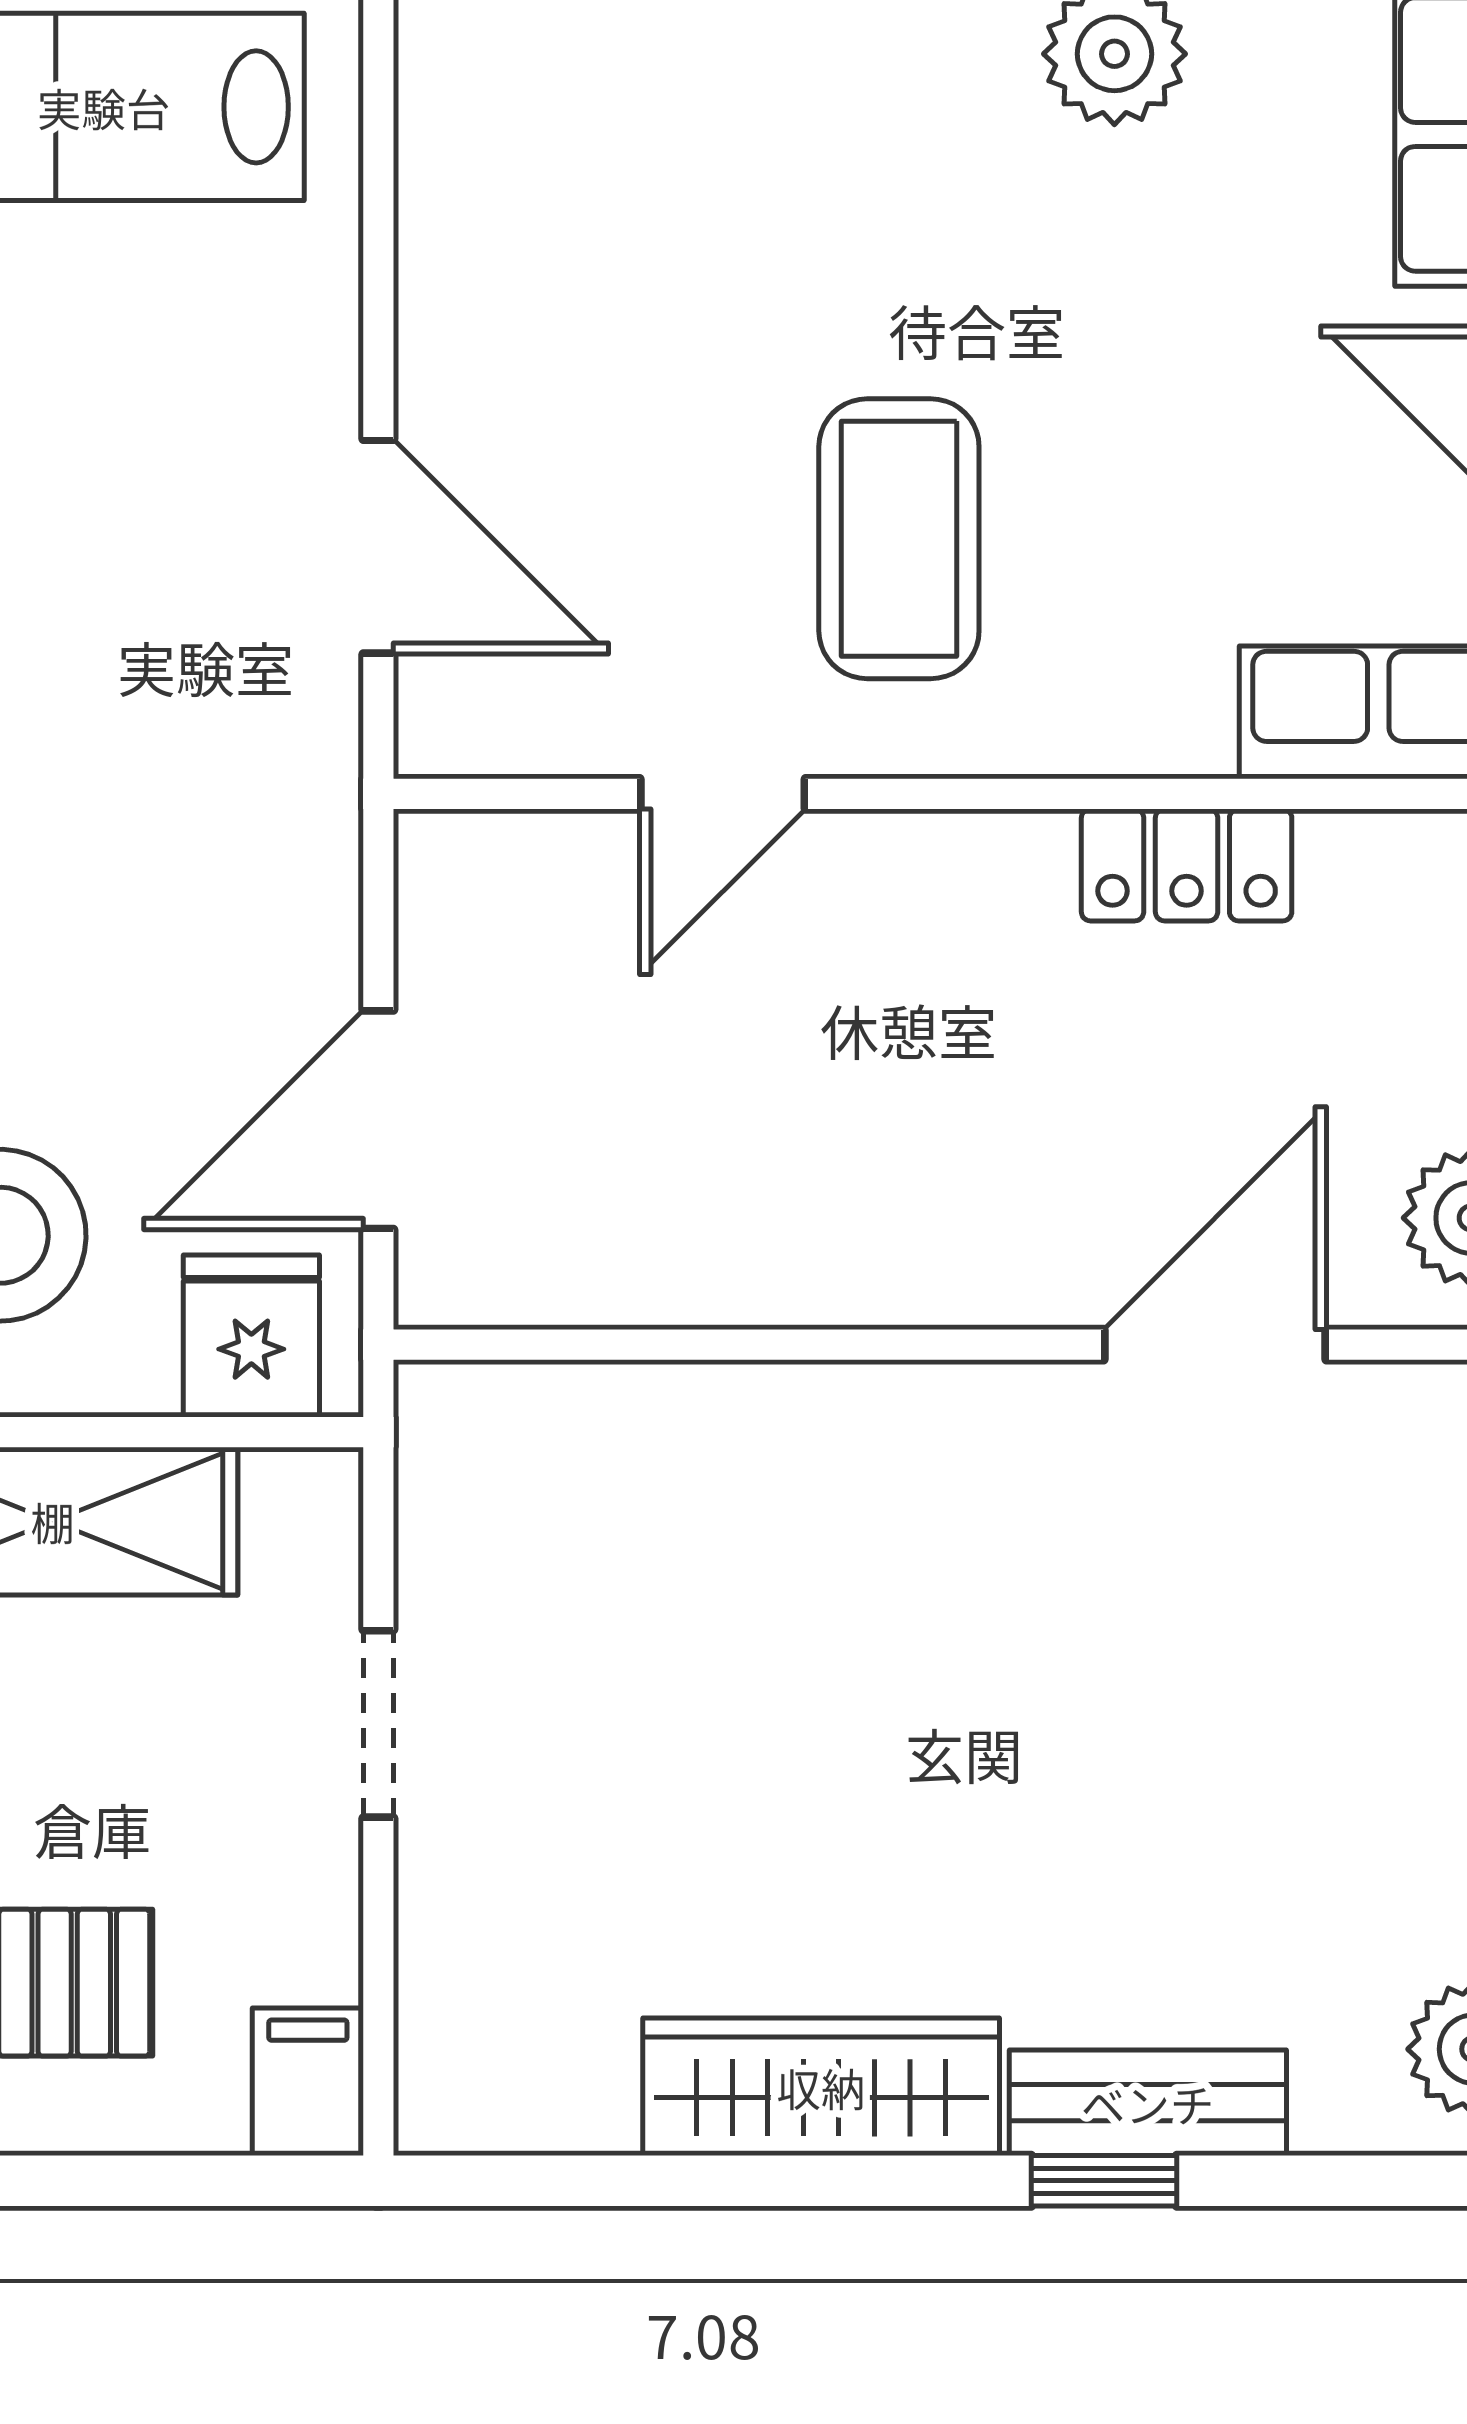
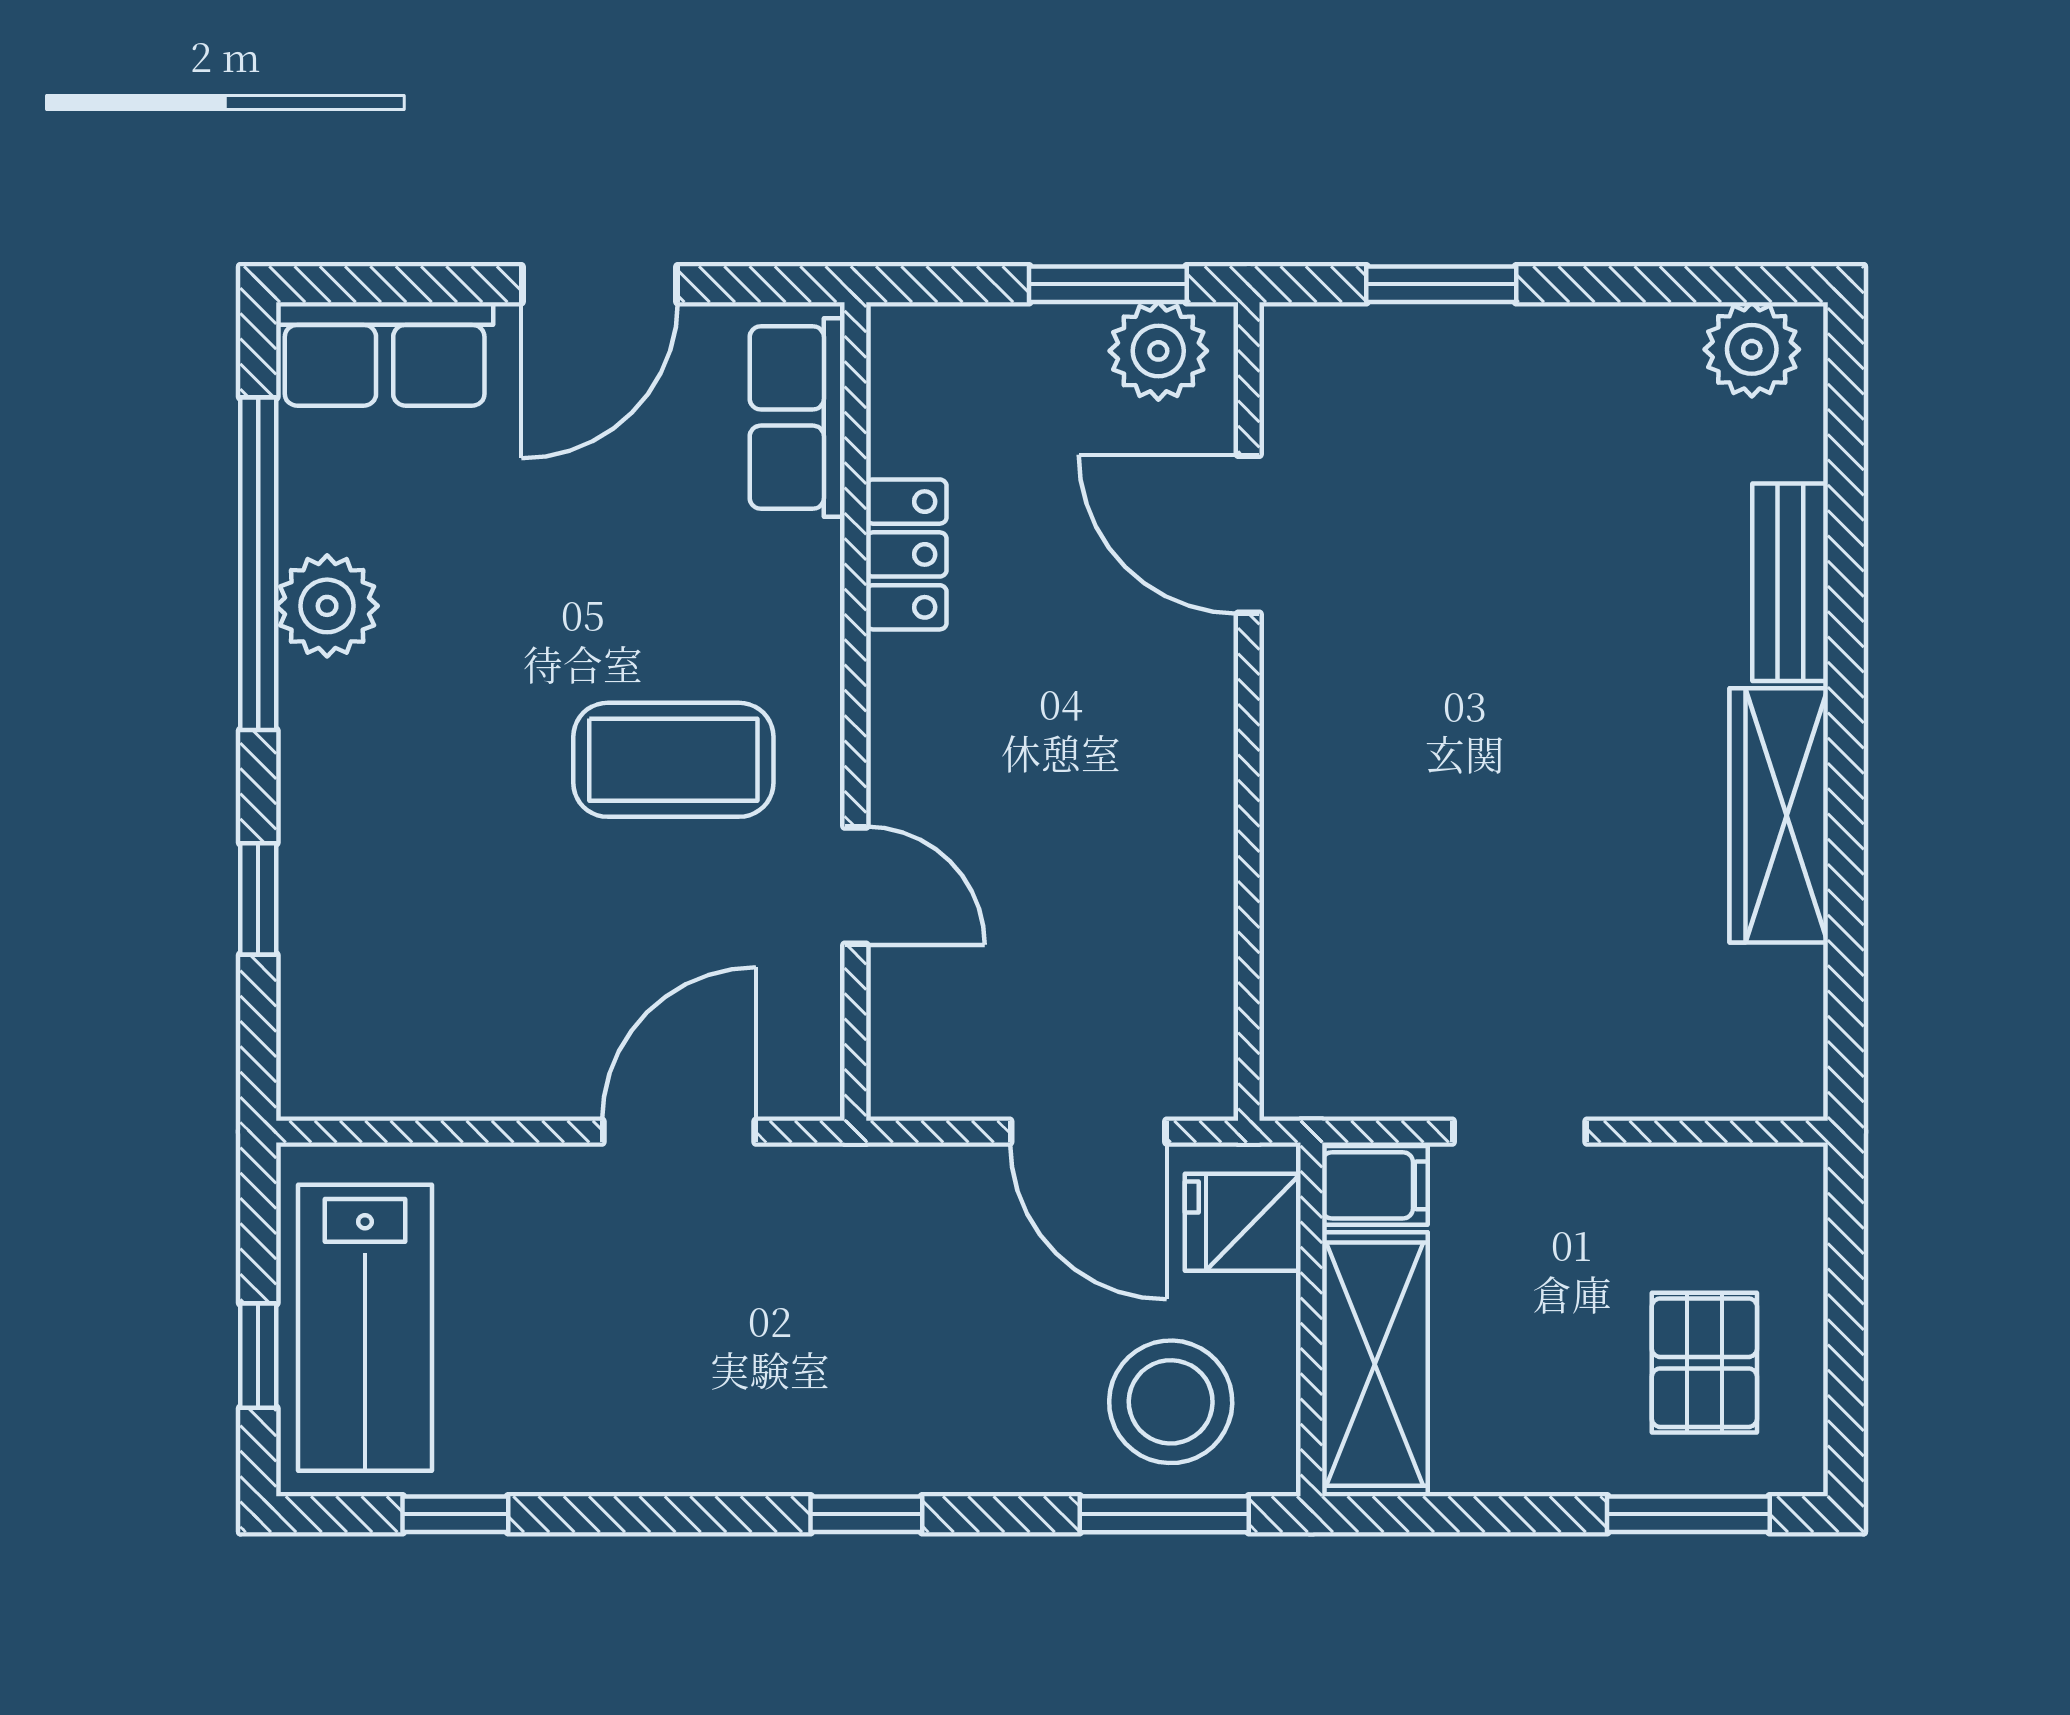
filing cabinet: (308, 2082) -> (1375, 1185), moved, turned 180
window: (1104, 2181) -> (1846, 613), removed

